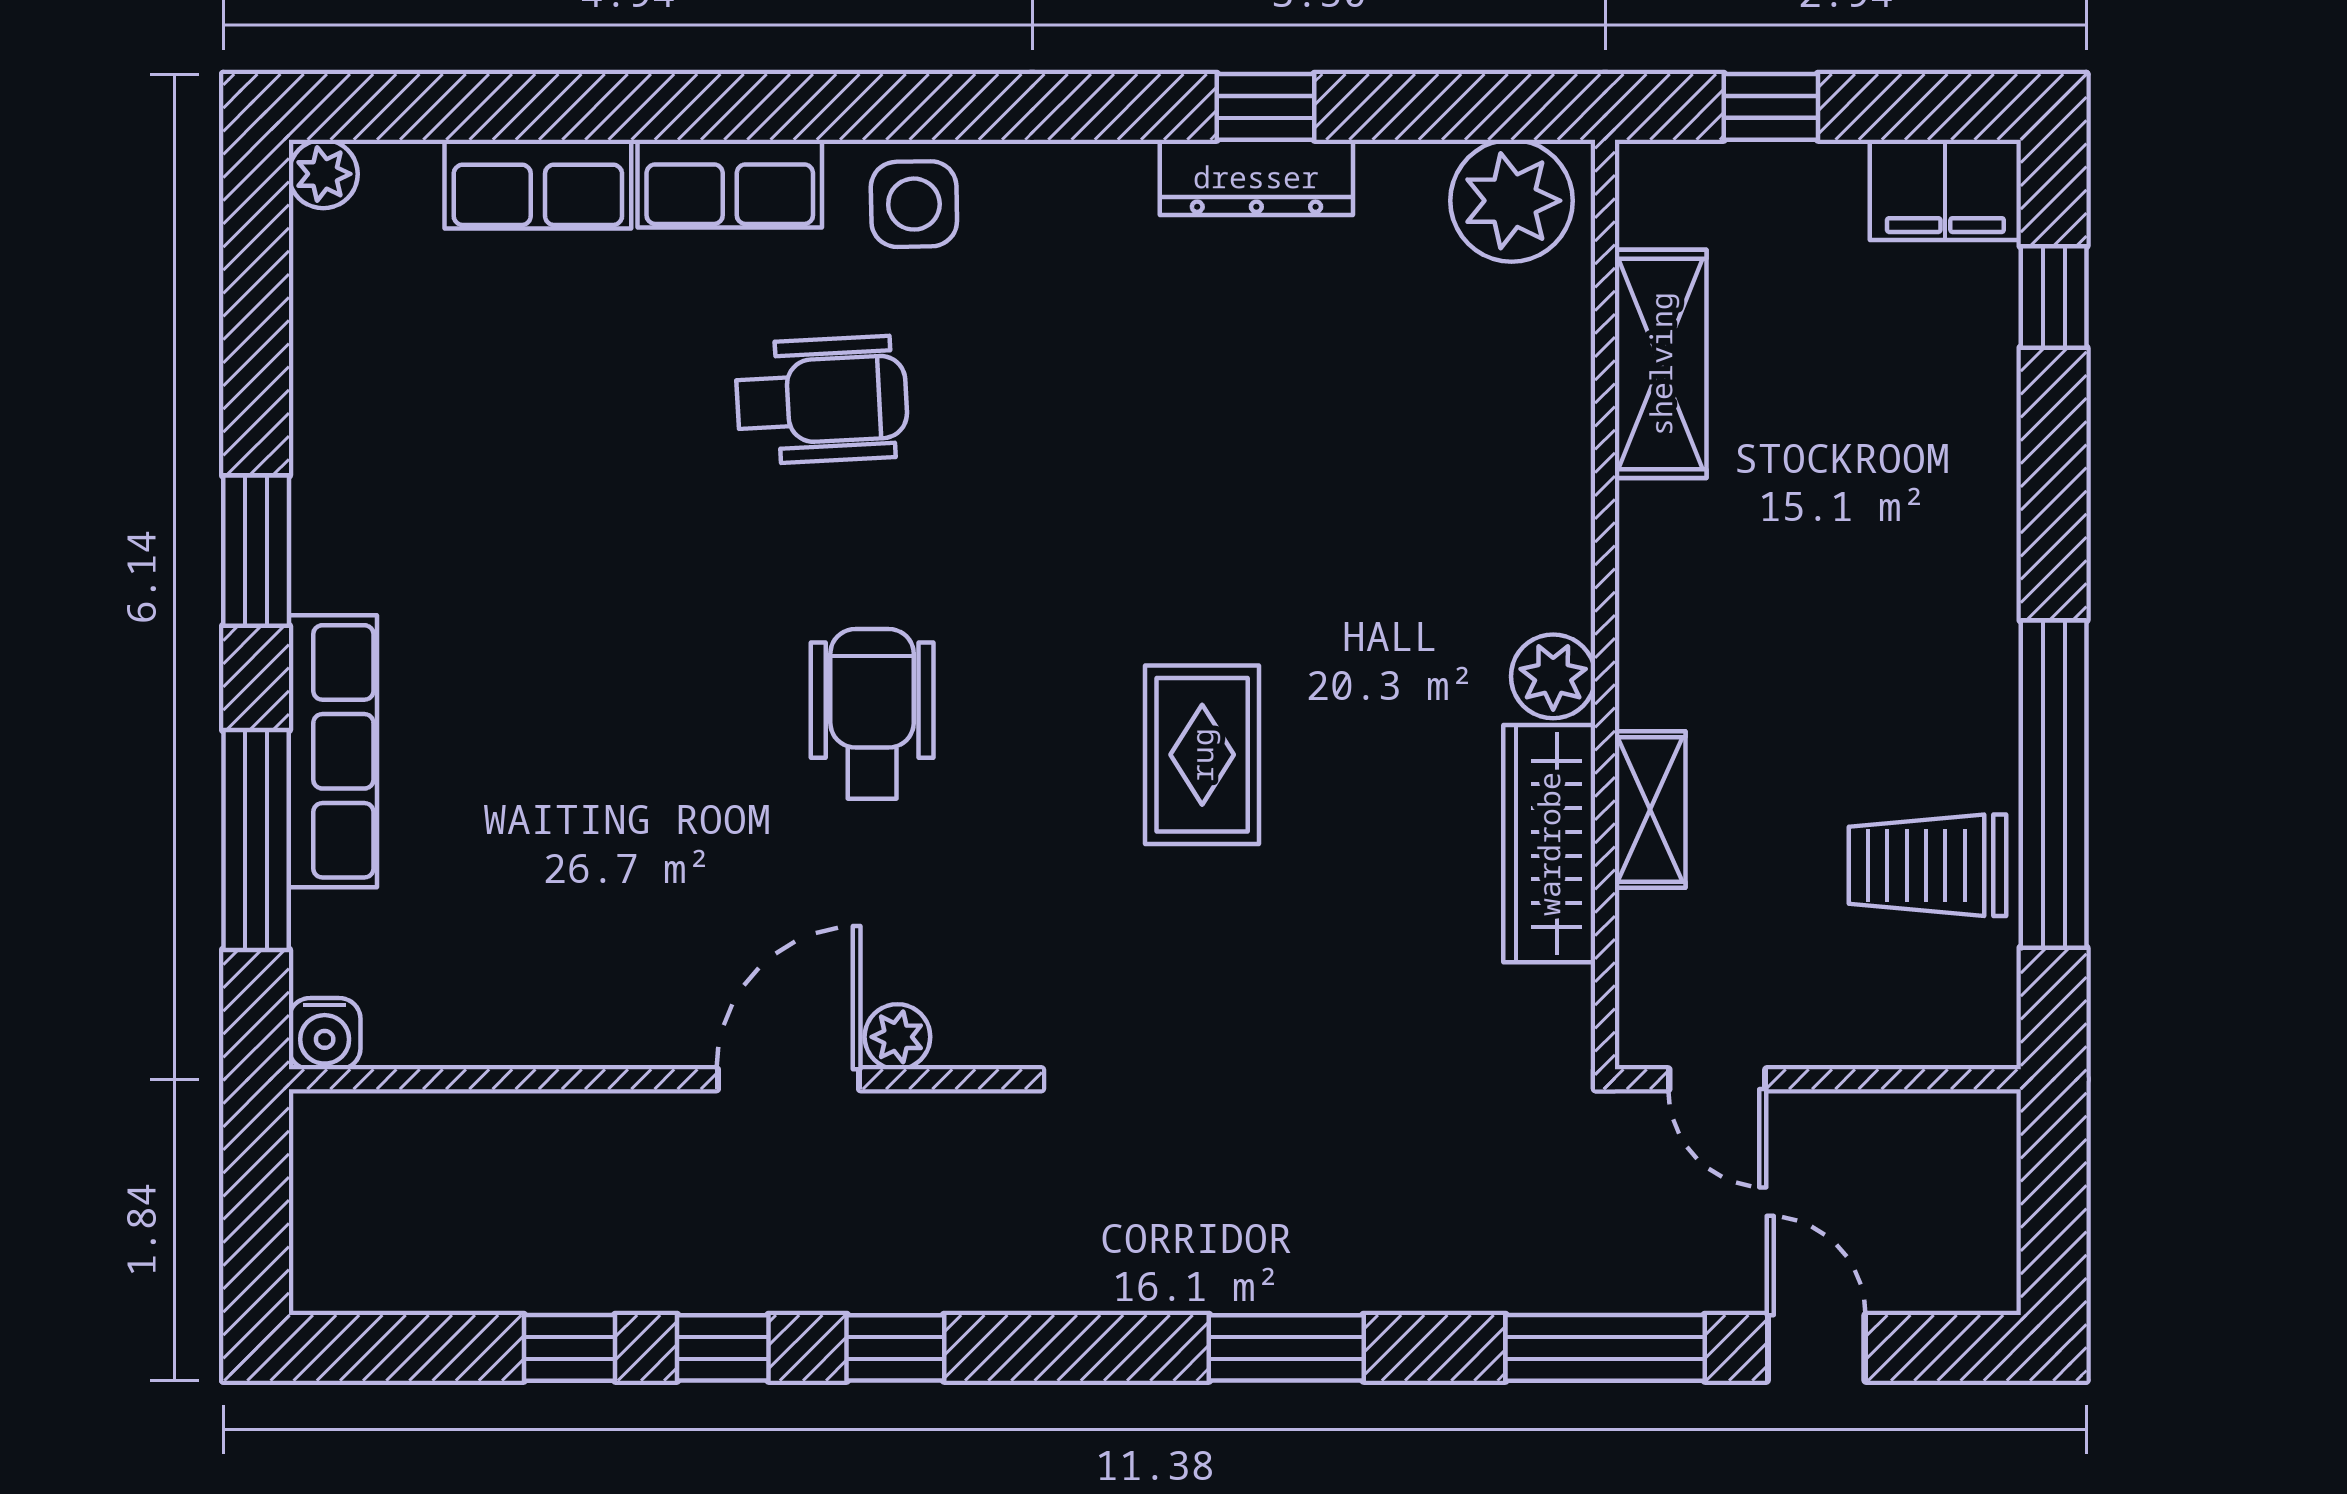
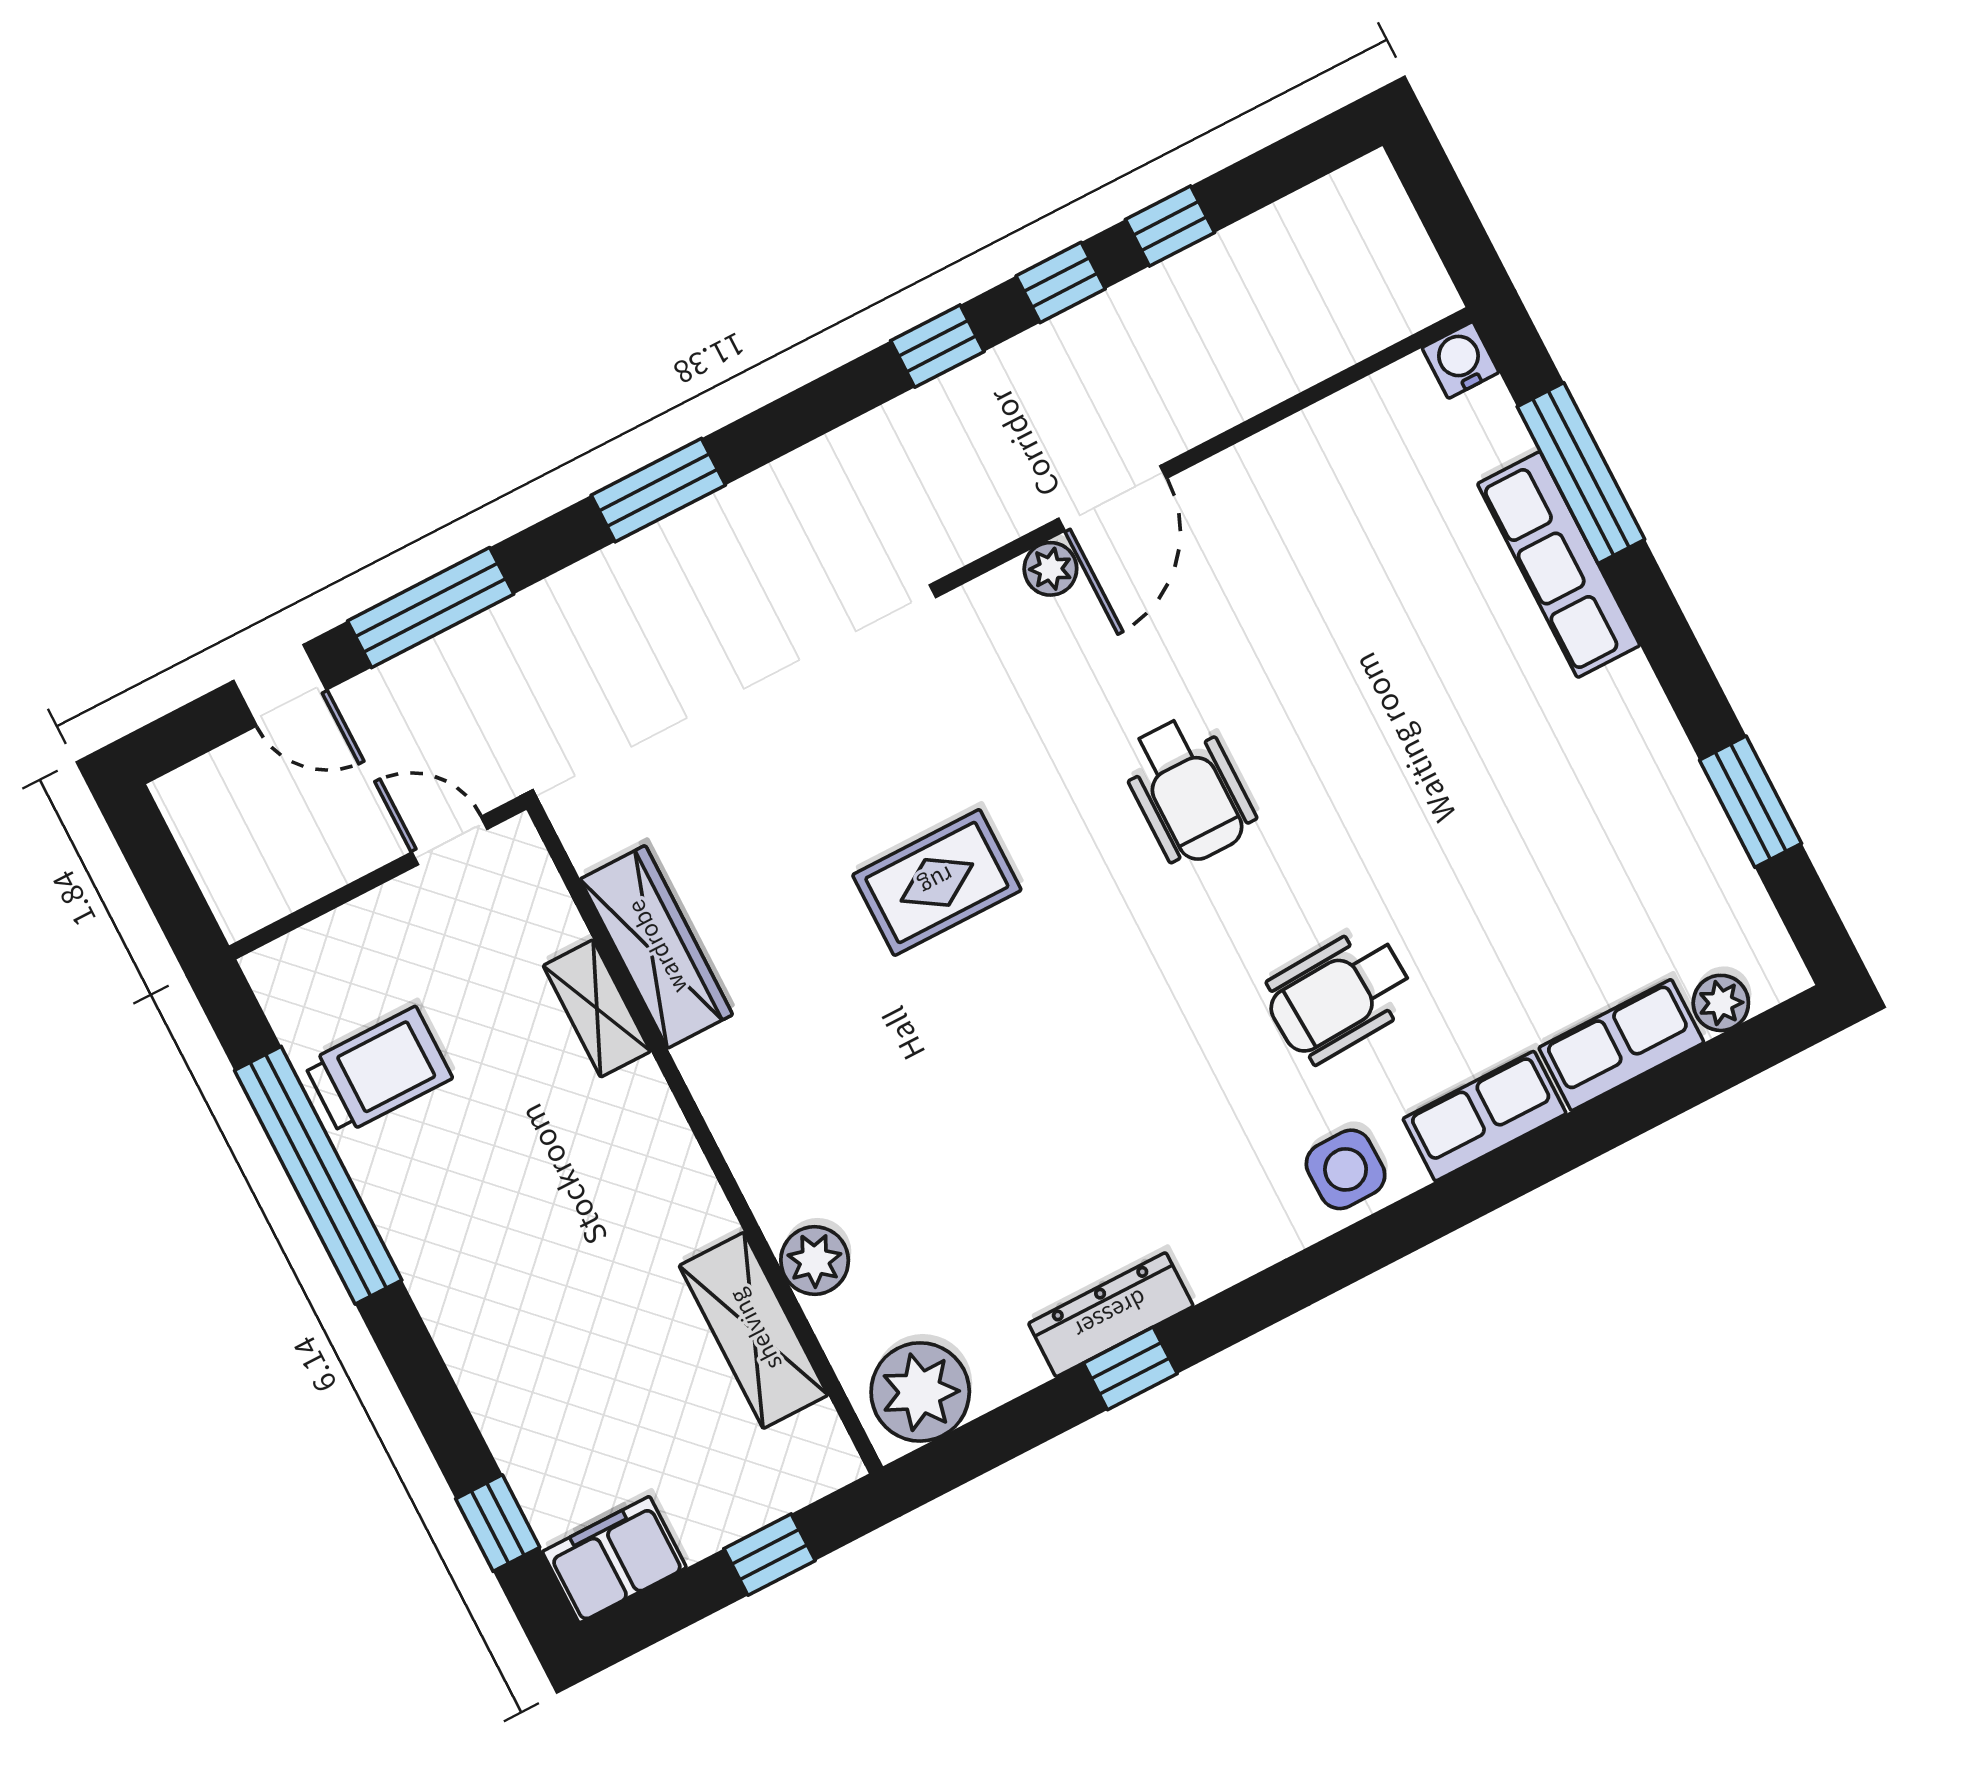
plant: (323, 174) -> (1721, 1003), moved
window: (256, 551) -> (1751, 802), moved
plant: (1553, 676) -> (815, 1260), moved
rug: (1202, 755) -> (937, 882), turned 90

